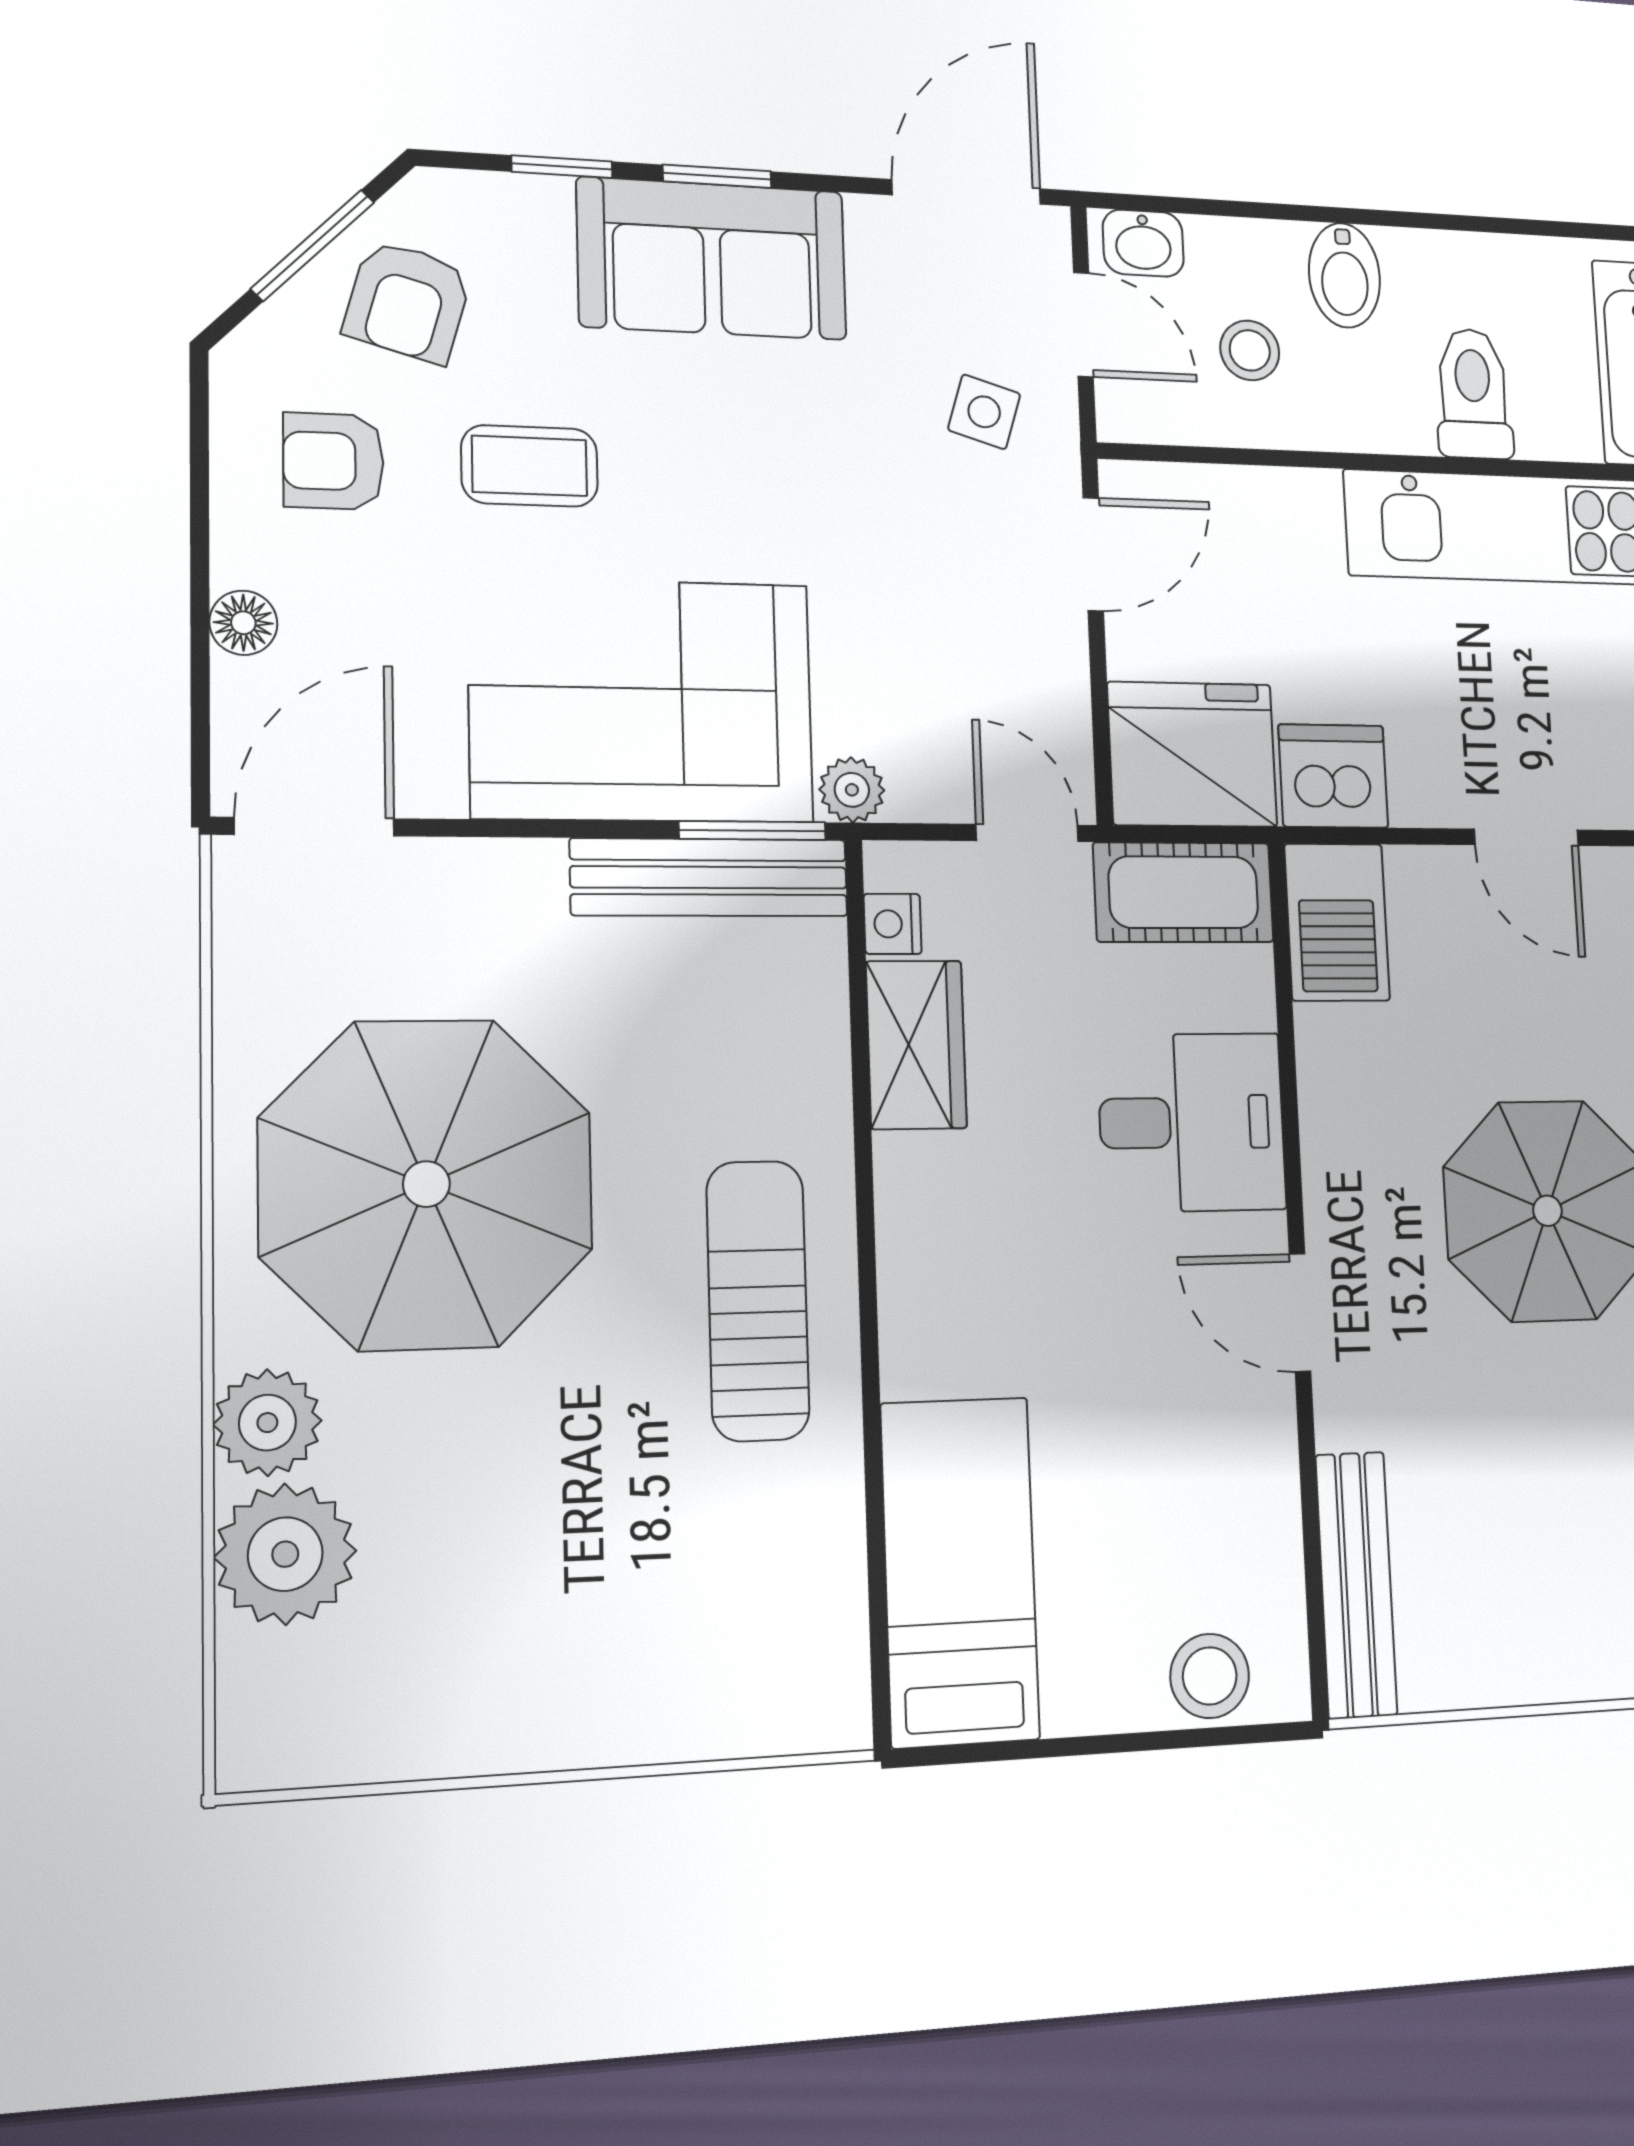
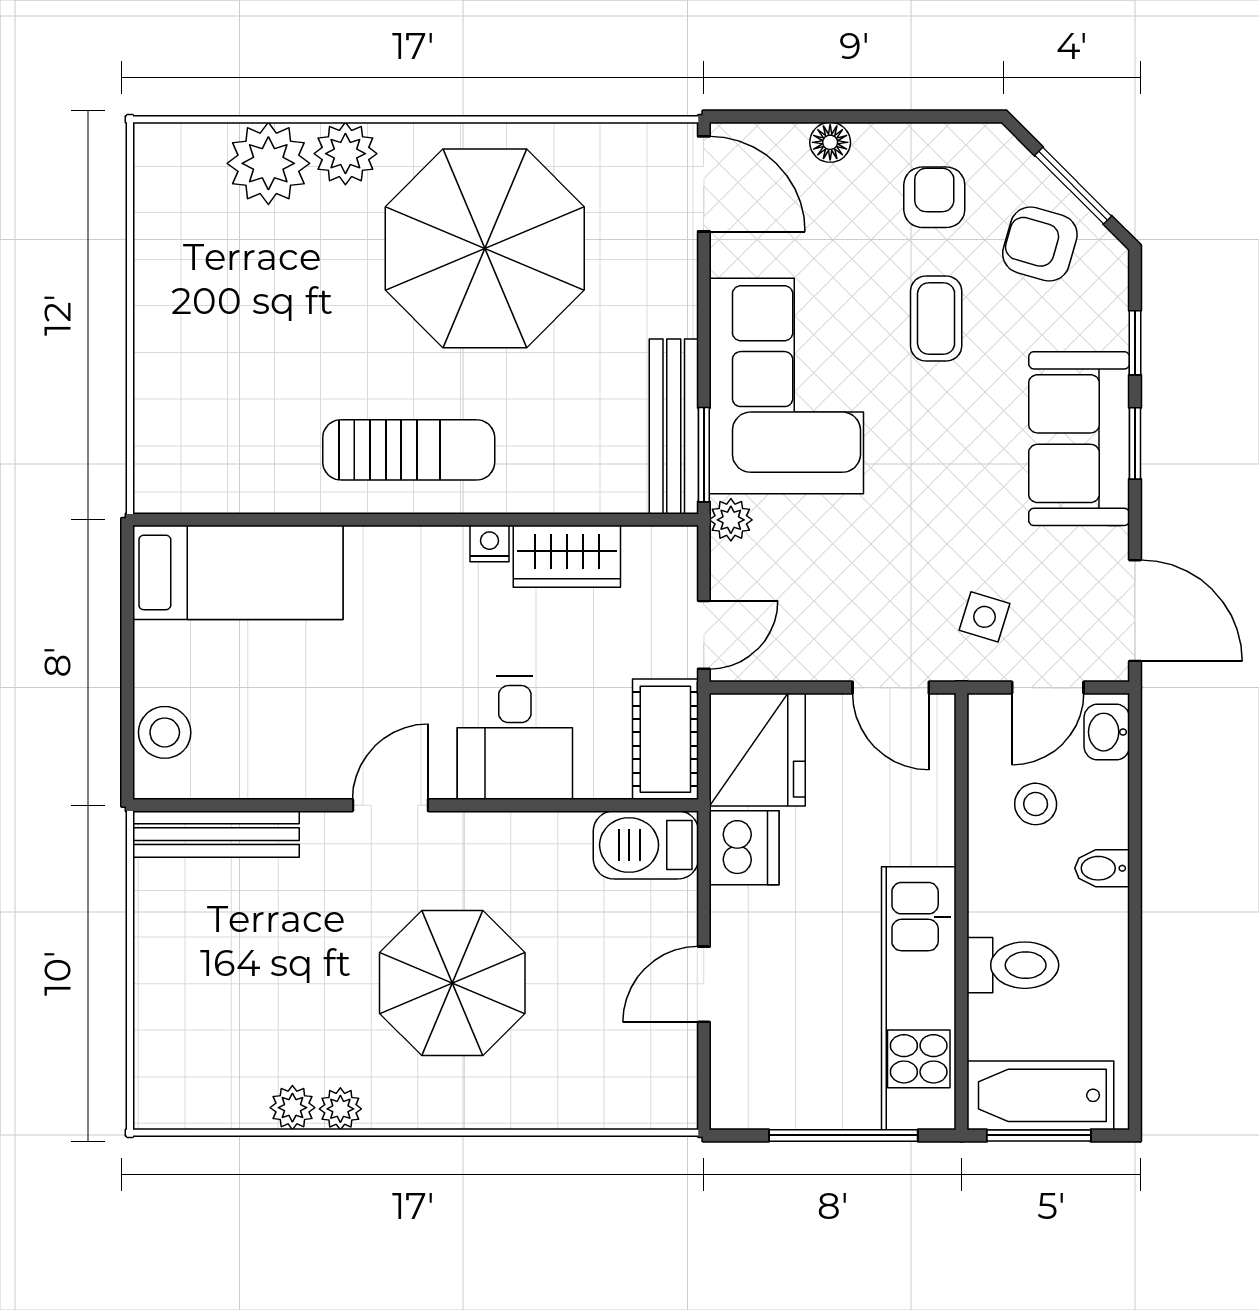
bidet: (1344, 275) -> (1102, 868), width x0.72, depth x0.74
nightstand: (893, 924) -> (490, 544), moved

